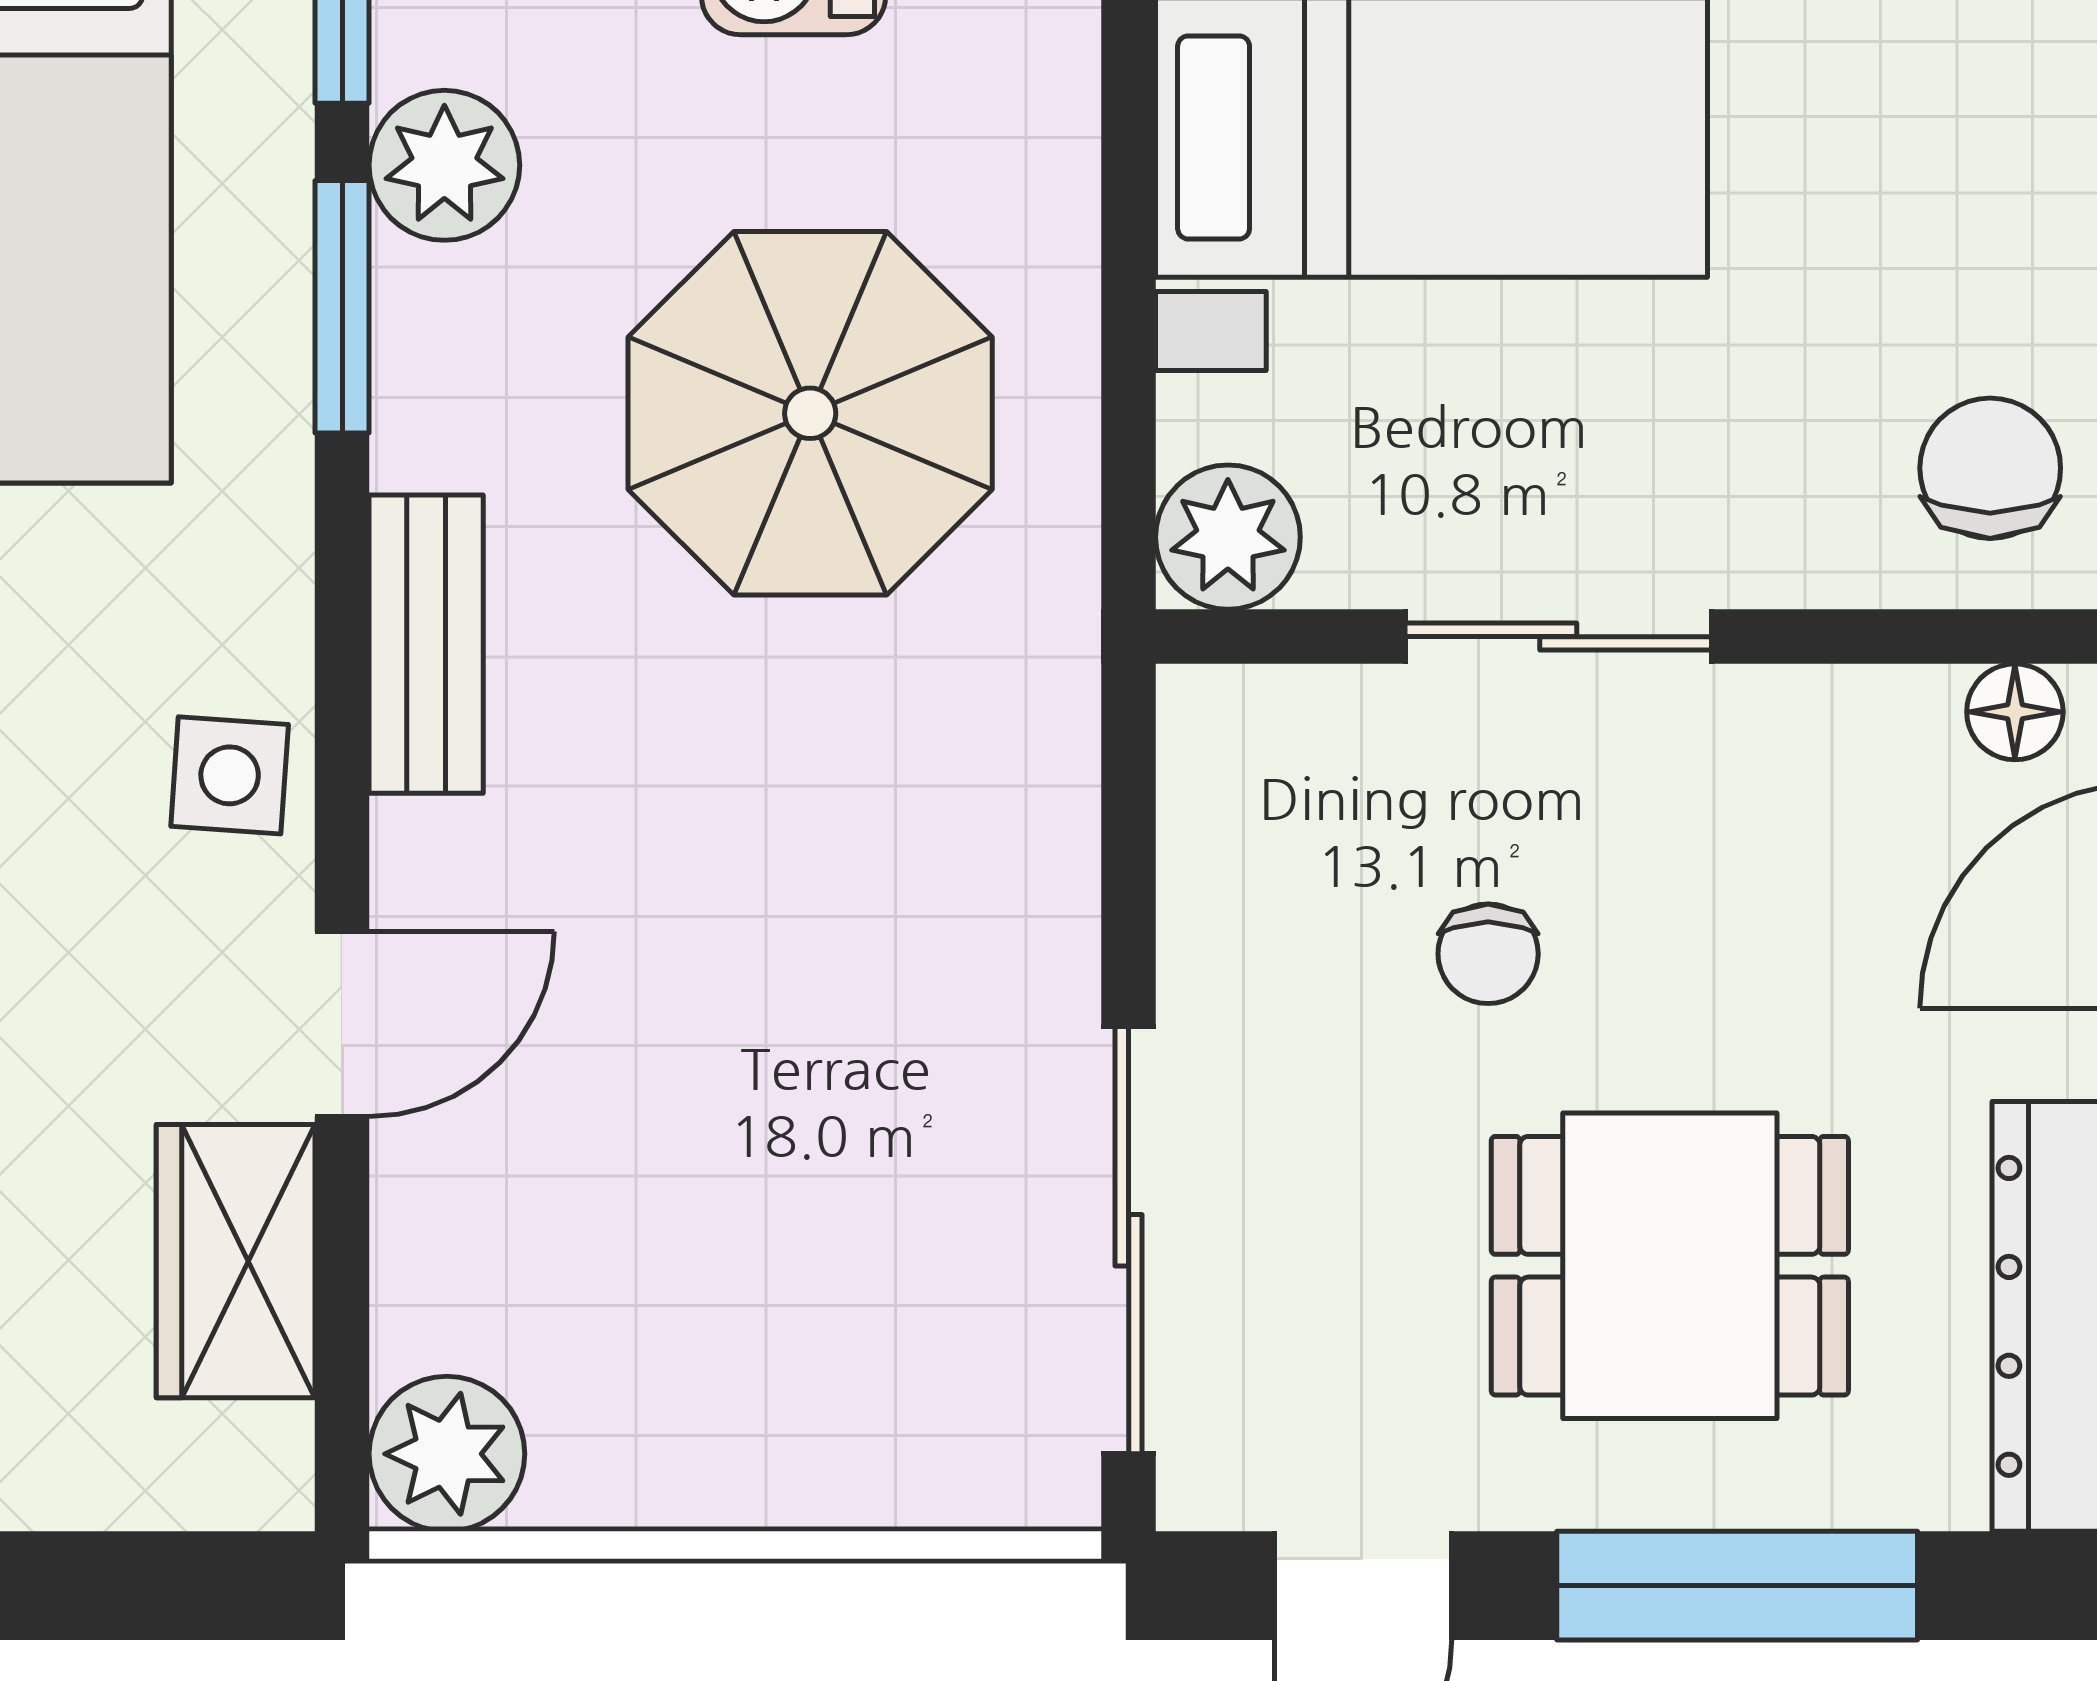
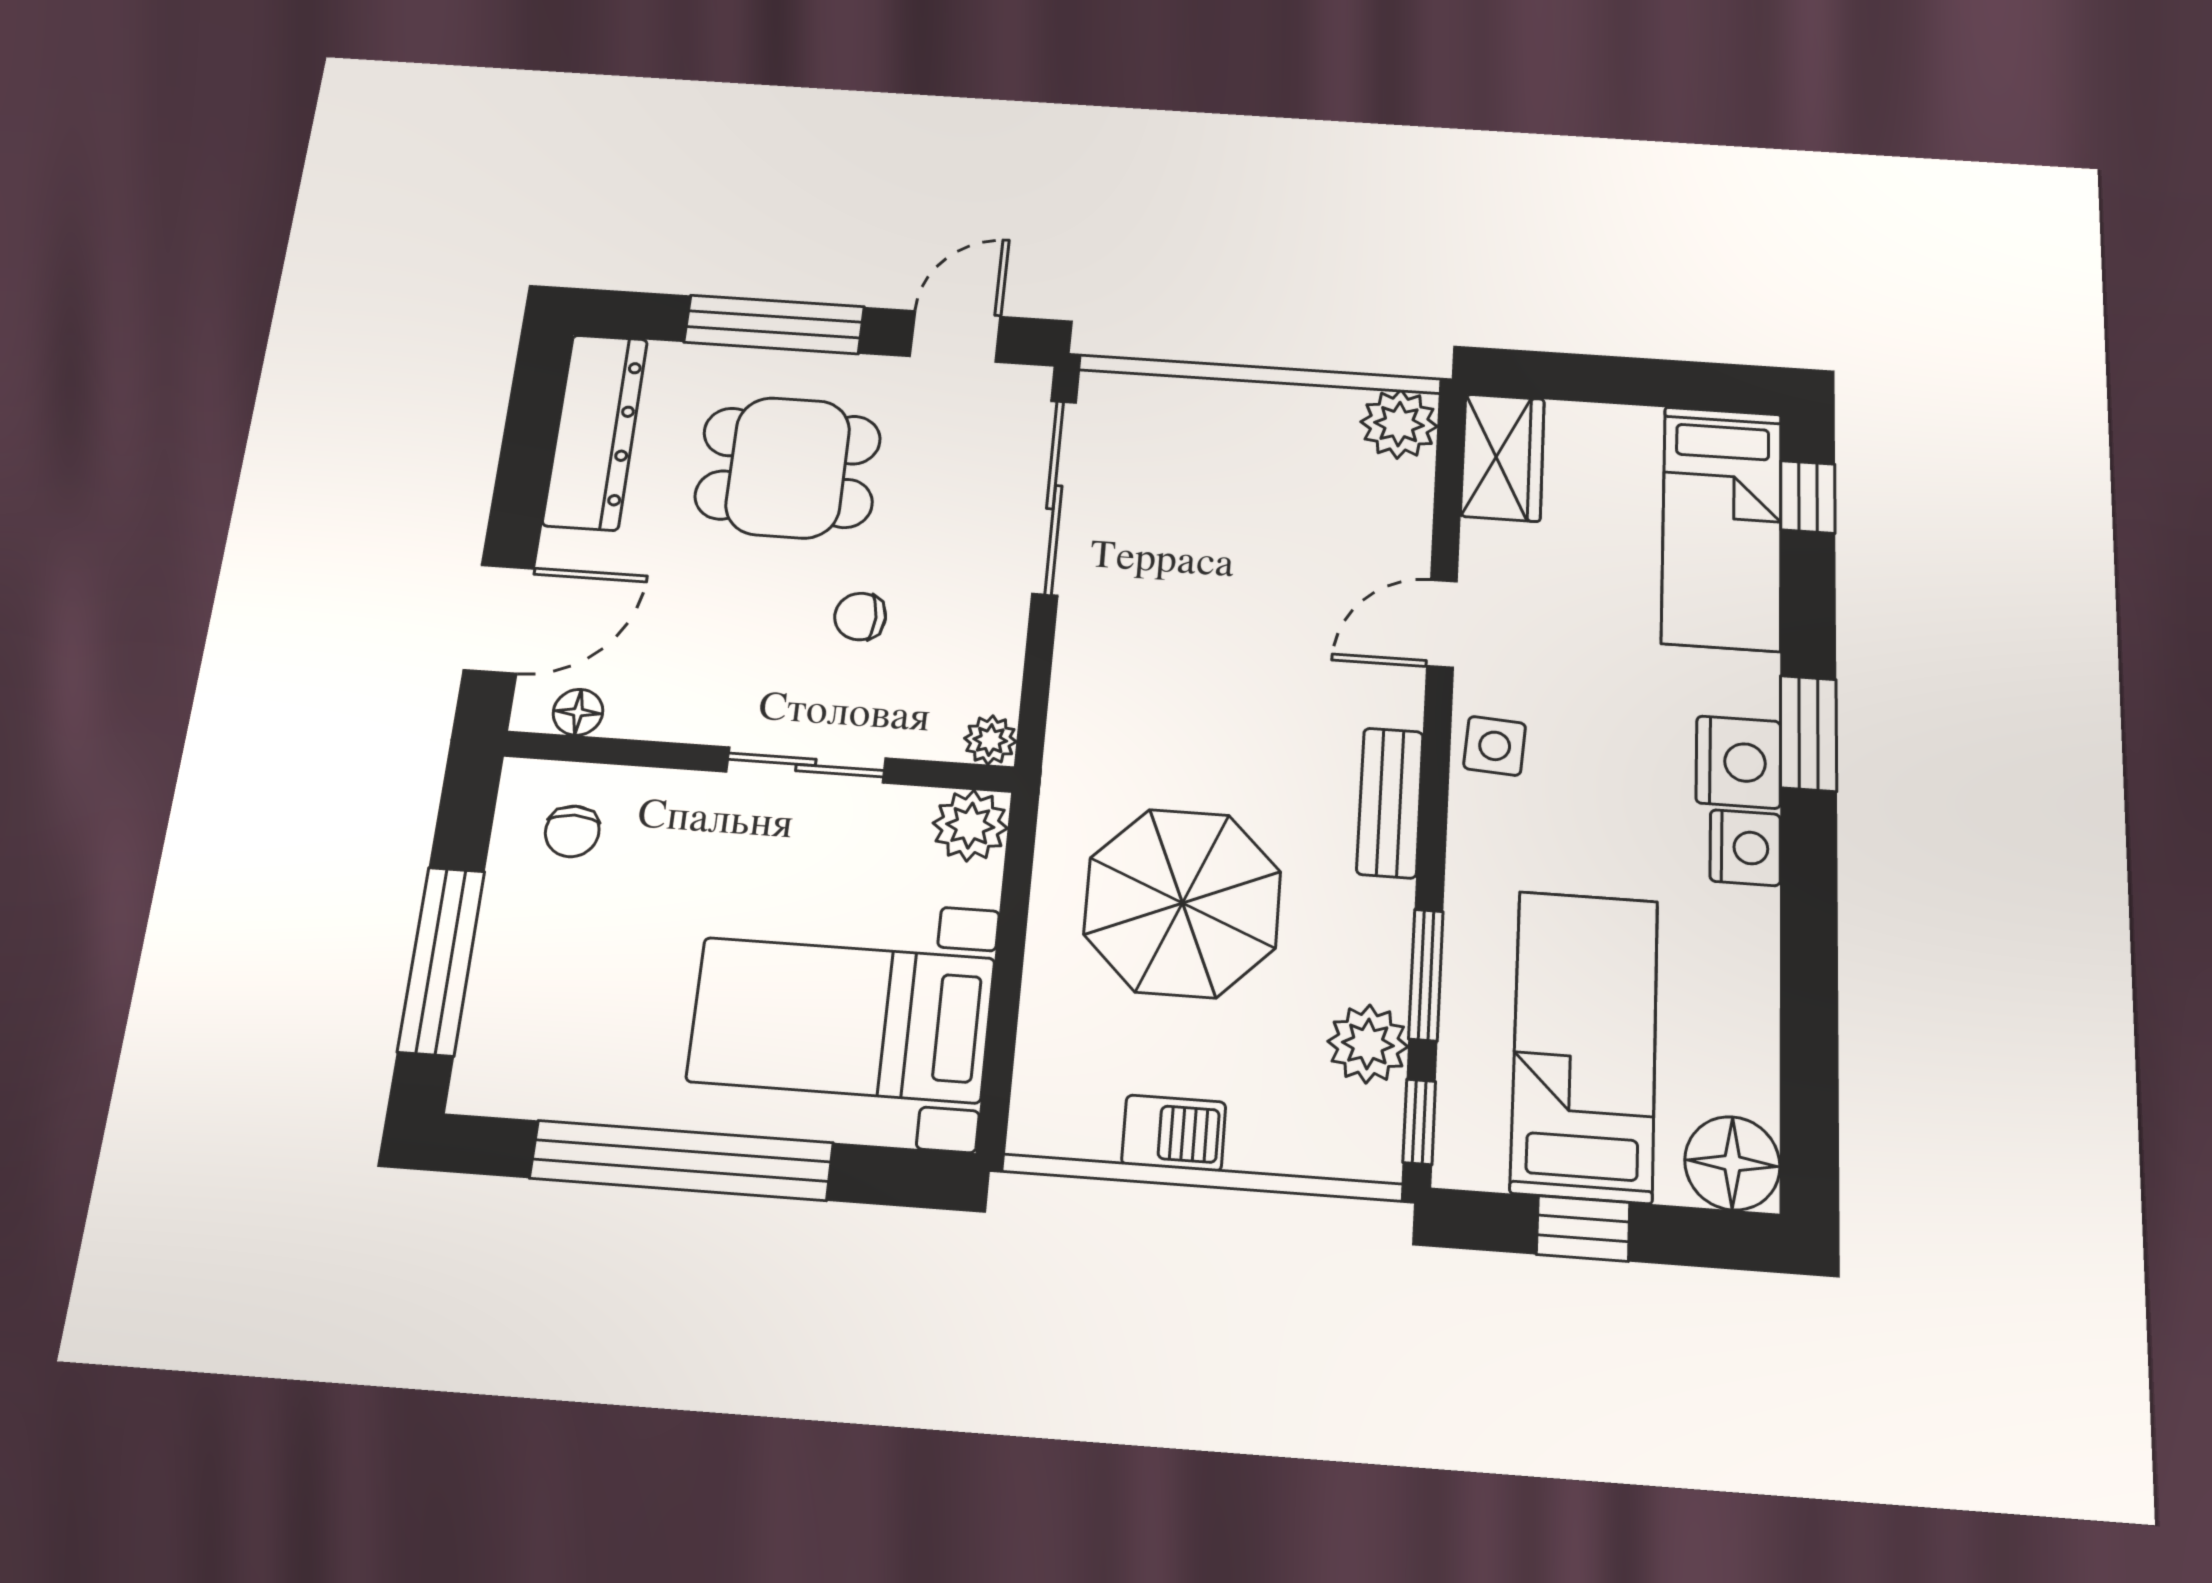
chair: (1990, 468) -> (572, 831), width x0.73, depth x0.73
plant: (1206, 714) -> (990, 740), added
chair: (1488, 954) -> (860, 616), turned -90
wardrobe: (236, 1261) -> (1503, 457), moved

